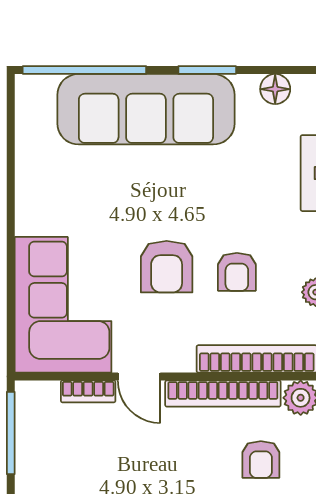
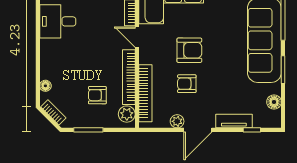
armchair: (167, 267) -> (189, 50), turned 180
door: (139, 376) -> (137, 37), hinge flipped

